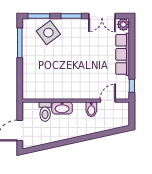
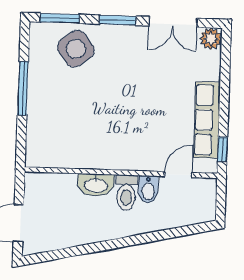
window: (20, 43) -> (23, 88), moved
row of seats: (123, 54) -> (207, 120), moved
toilet: (45, 112) -> (126, 193), moved

